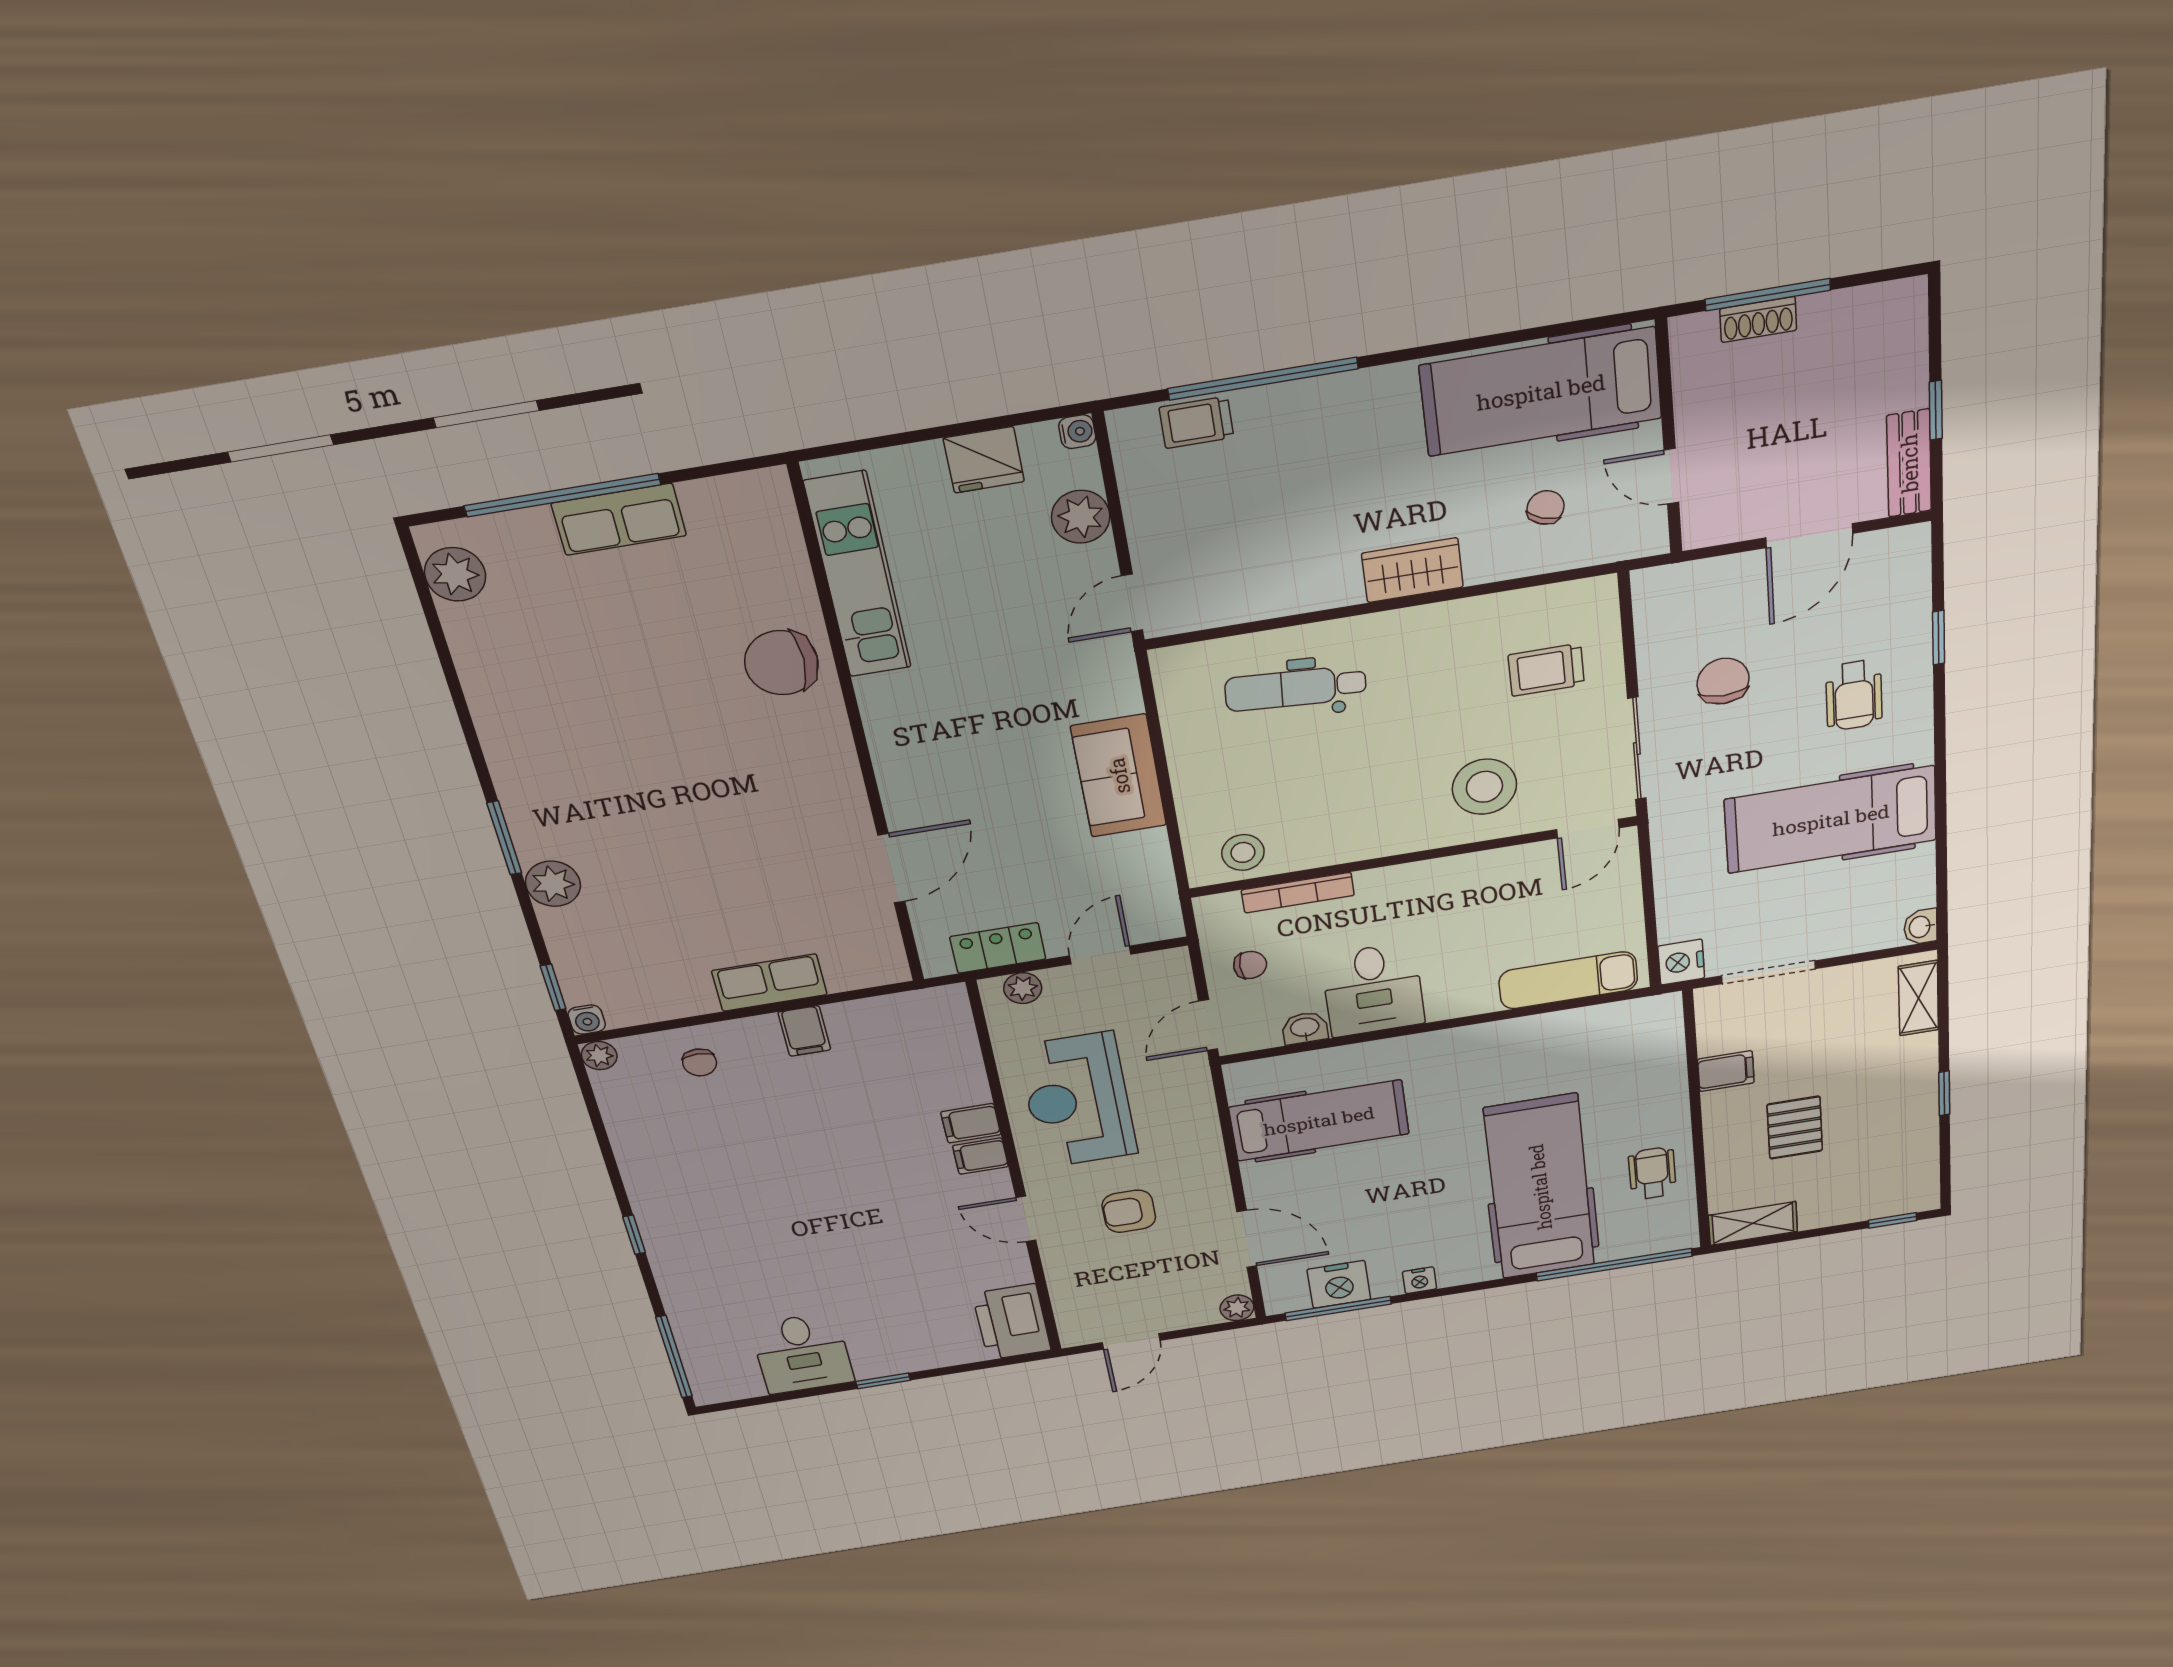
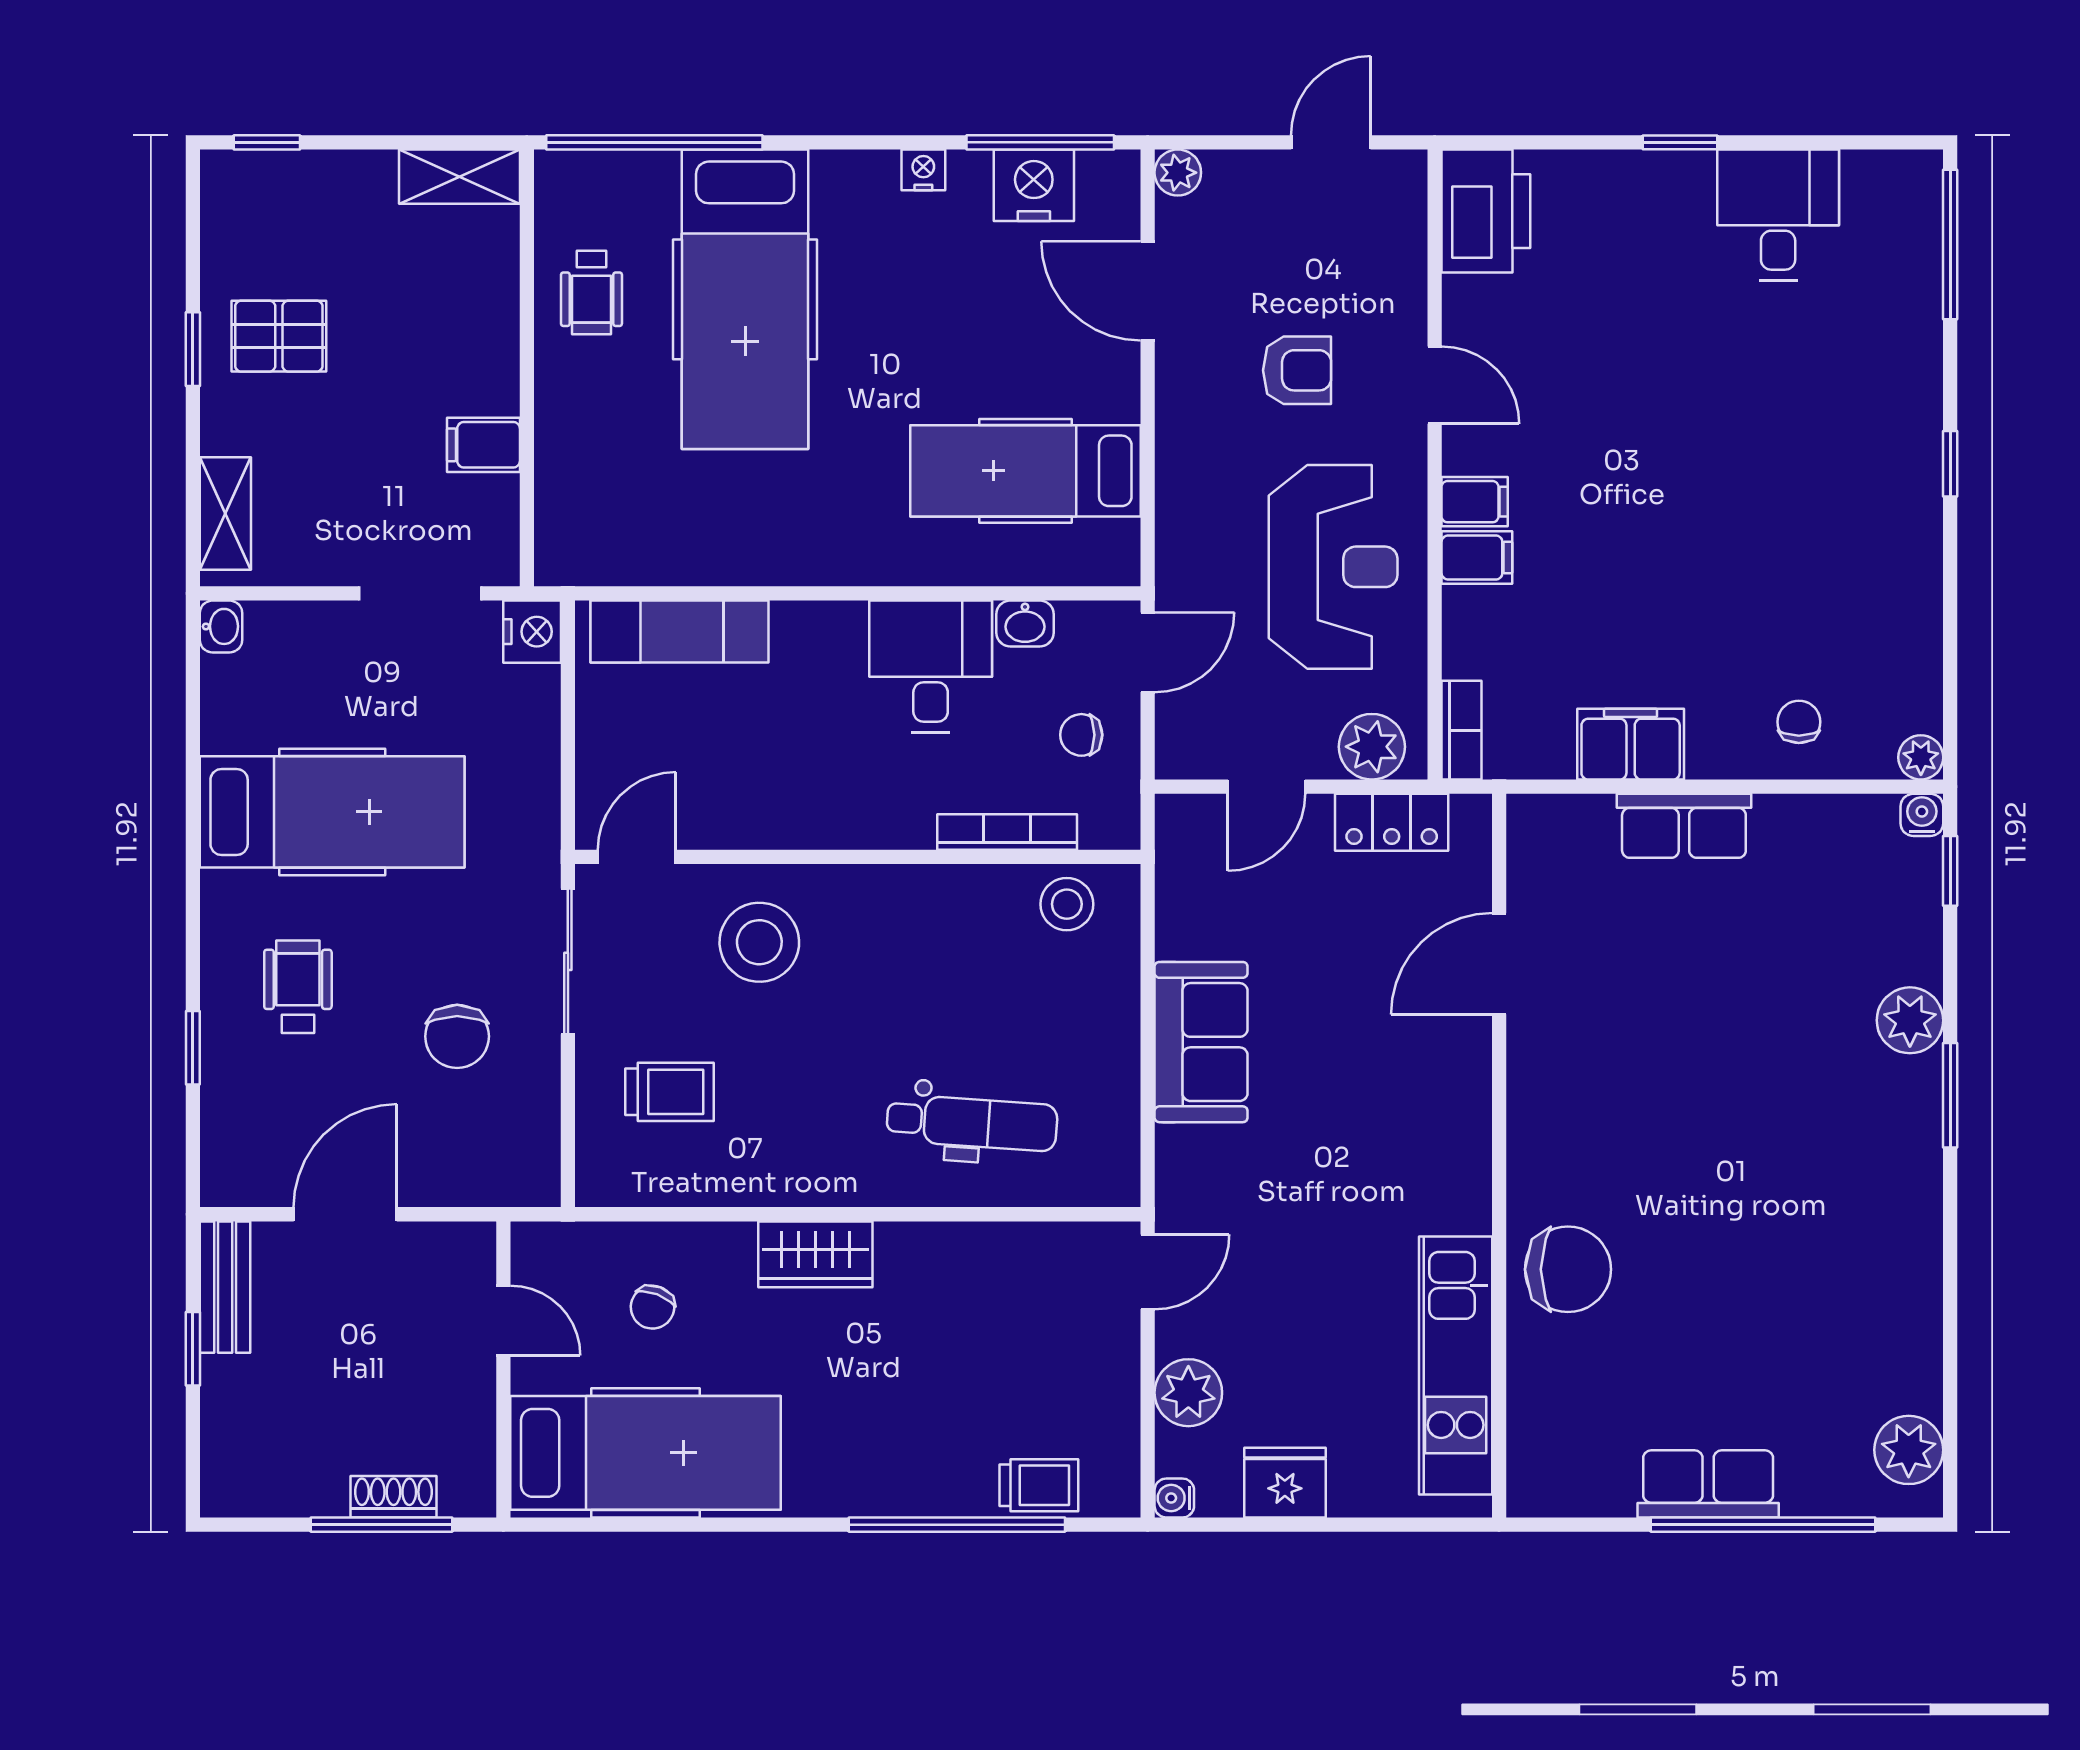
plant: (1023, 988) -> (1372, 747), width x1.38, depth x1.38
bookcase: (957, 1015) -> (1461, 730), added
filing cabinet: (804, 1031) -> (1631, 744), width x2.00
pallet: (1795, 1128) -> (279, 336), moved, turned 90

